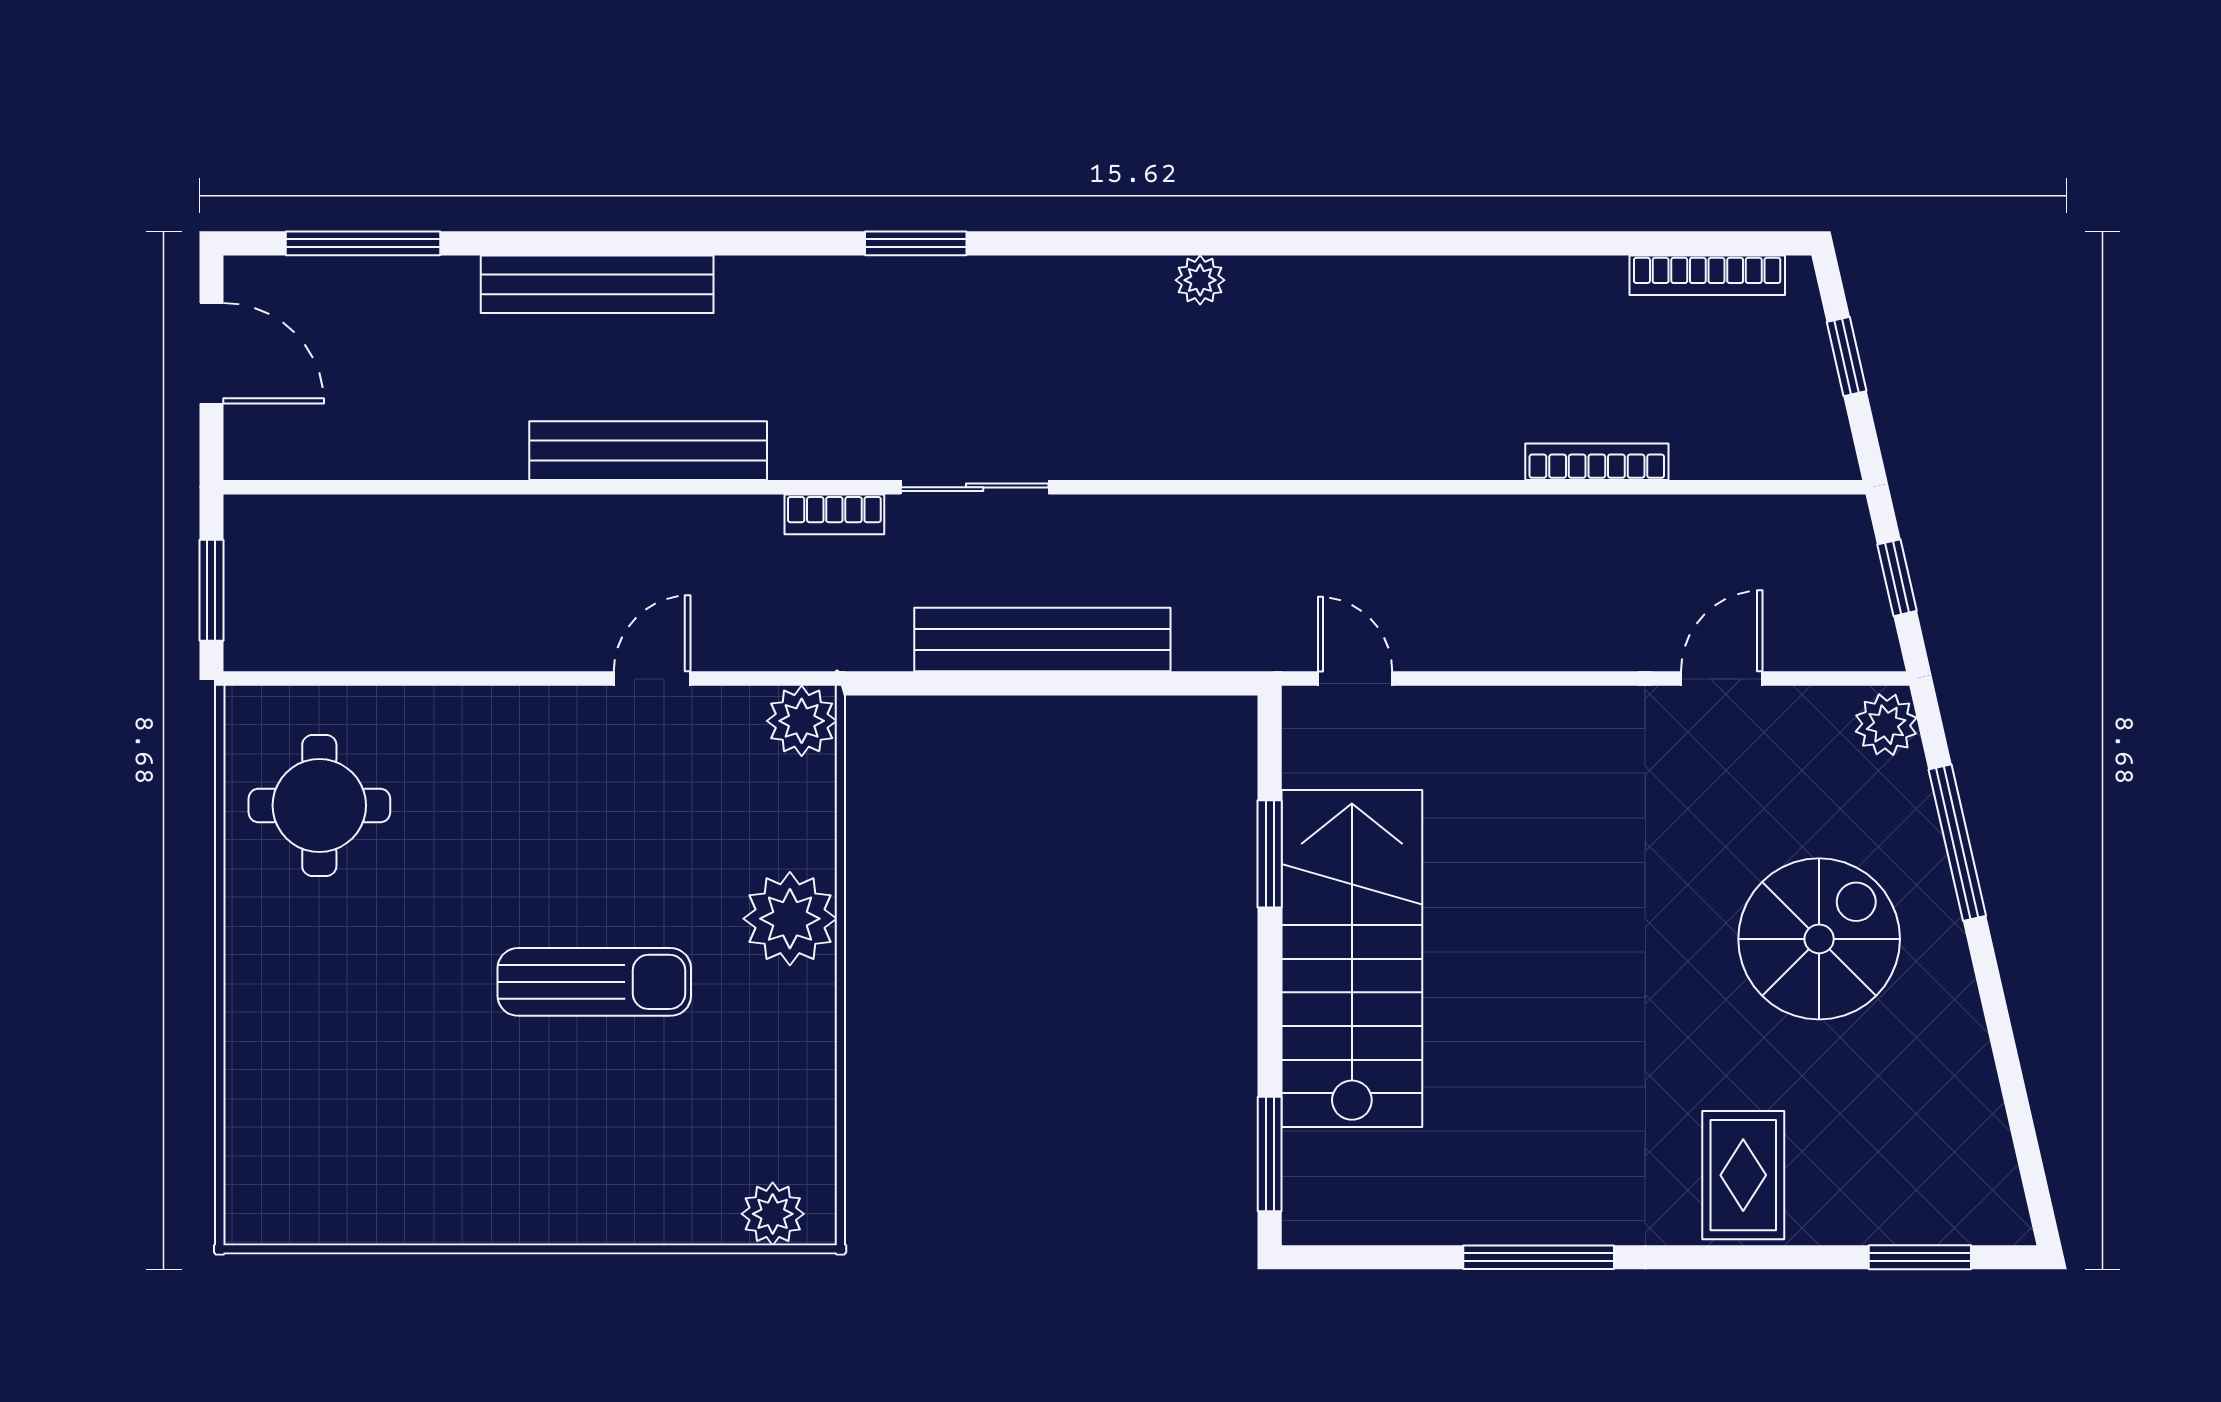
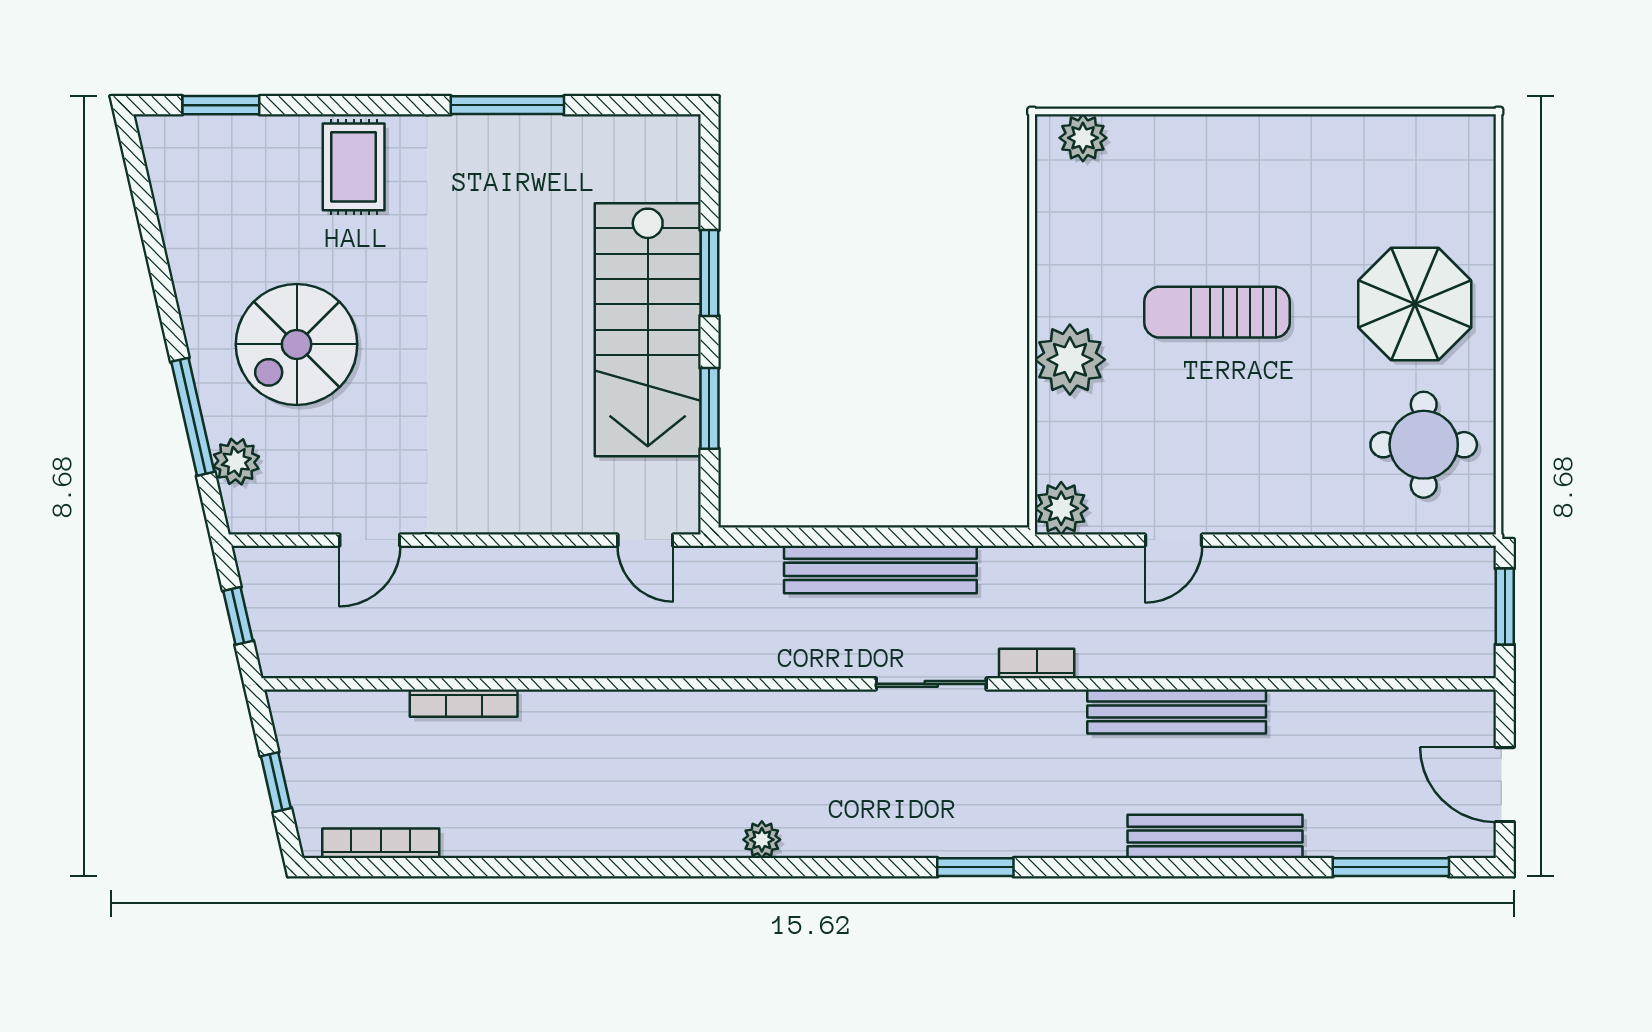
plant: (1886, 725) -> (236, 462), moved
parasol: (331, 993) -> (1415, 304), added
window: (1270, 1154) -> (709, 273), moved

